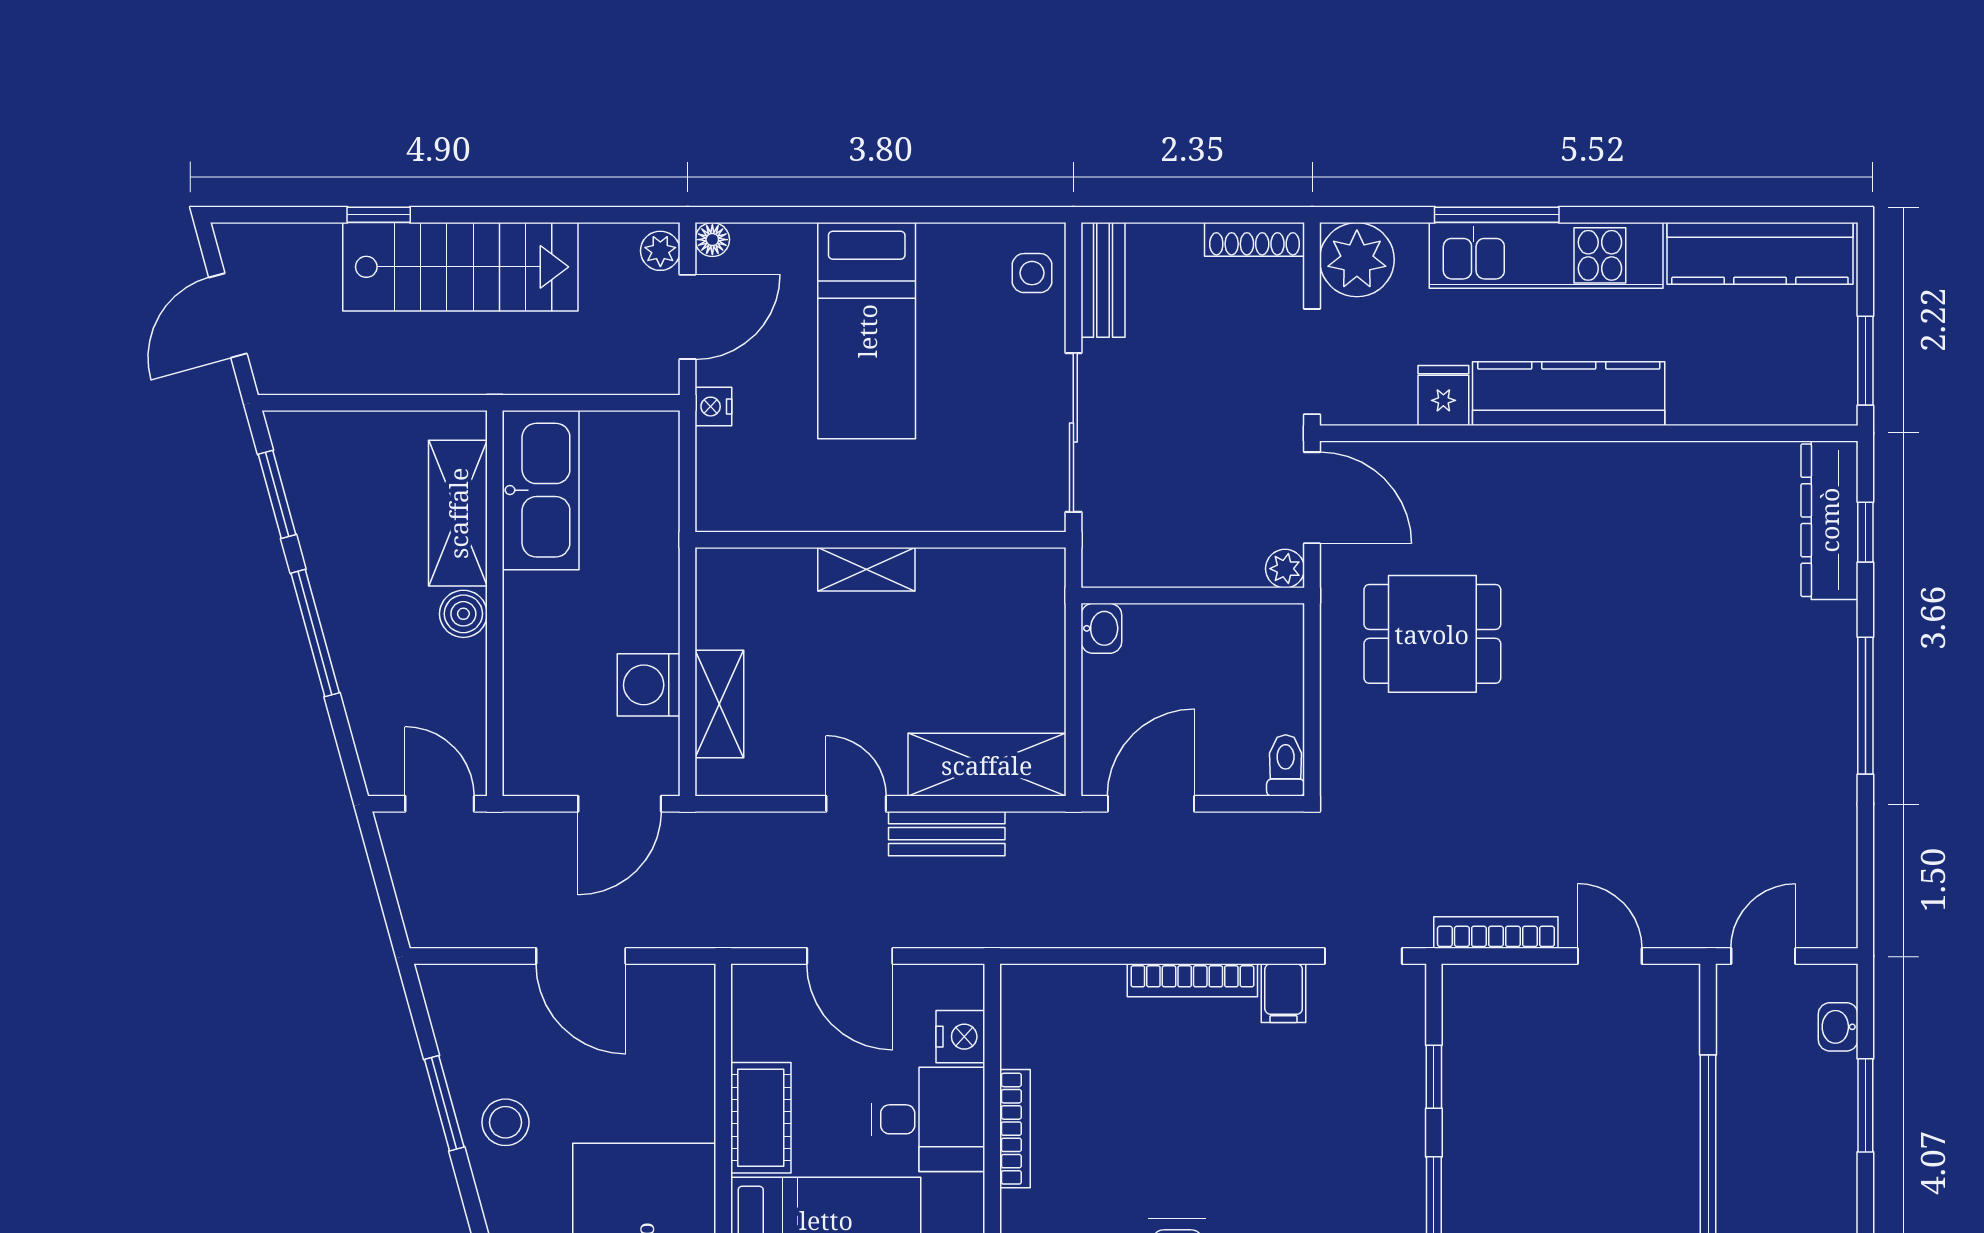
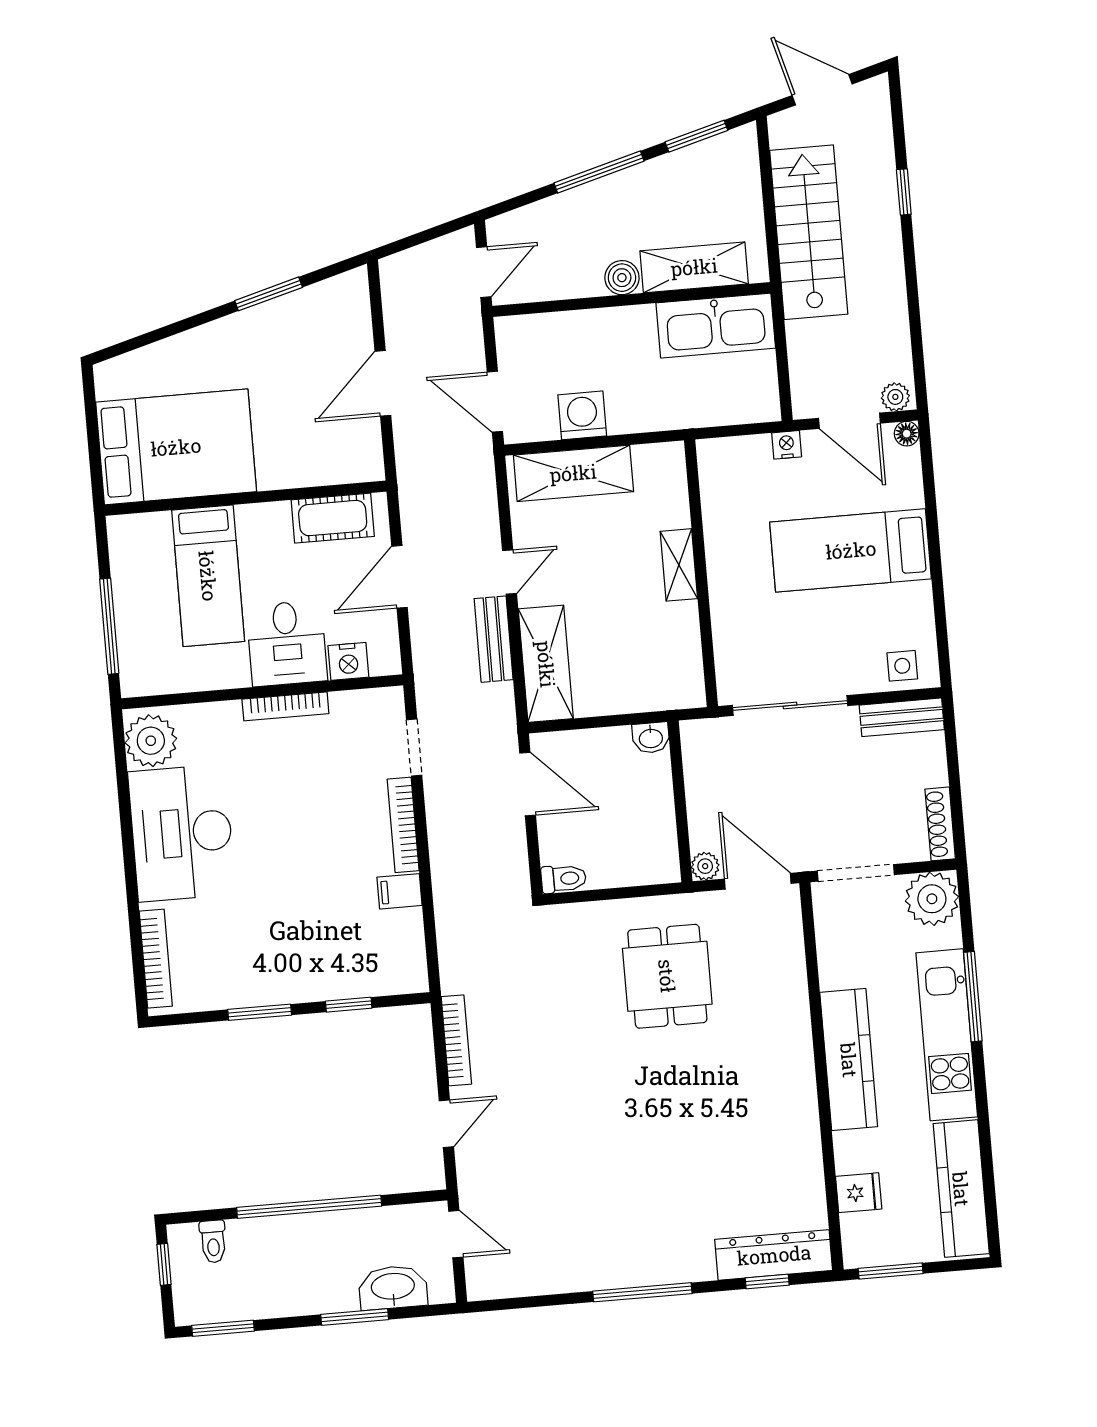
stairs: (460, 267) -> (809, 232), moved, turned 180
fridge: (1443, 395) -> (859, 1193), moved
door: (1312, 498) -> (758, 881), swing flipped
shelving: (719, 704) -> (573, 473), width x1.50, depth x1.33
doorway: (1363, 956) -> (414, 747), moved
washbasin: (1838, 1027) -> (393, 1287), width x1.91, depth x1.45
cot: (761, 1118) -> (333, 518), moved
stool: (505, 1122) -> (259, 339), removed

